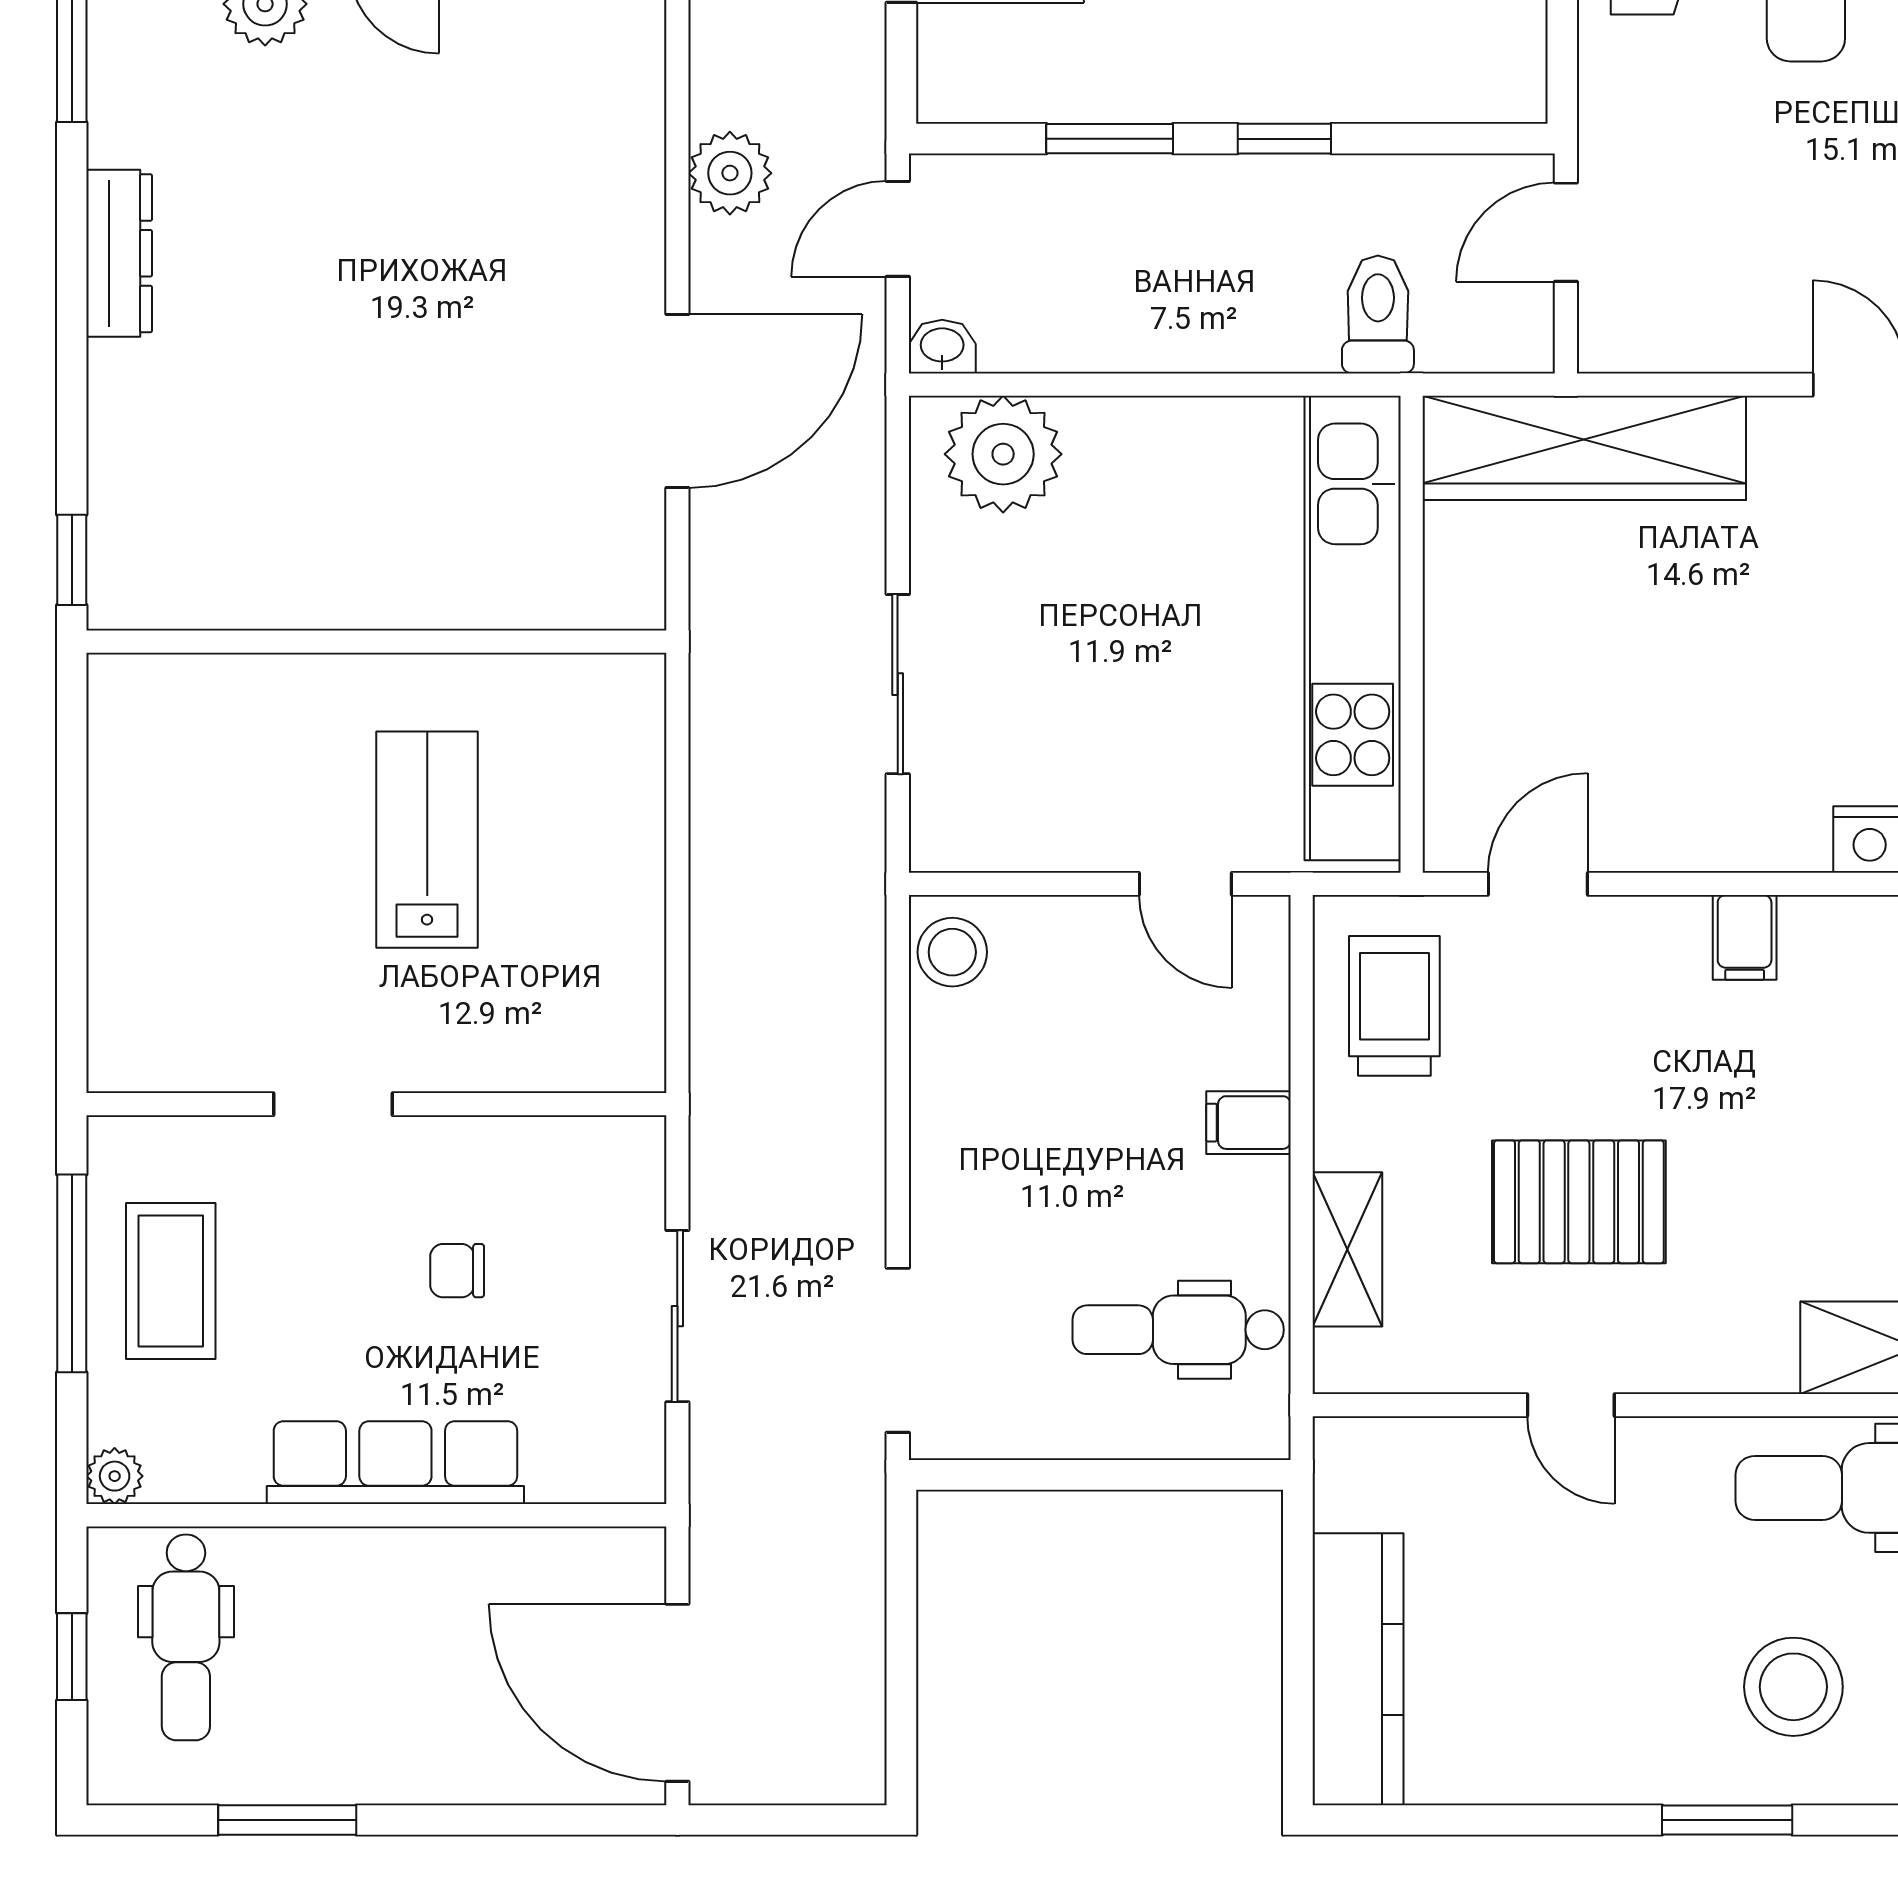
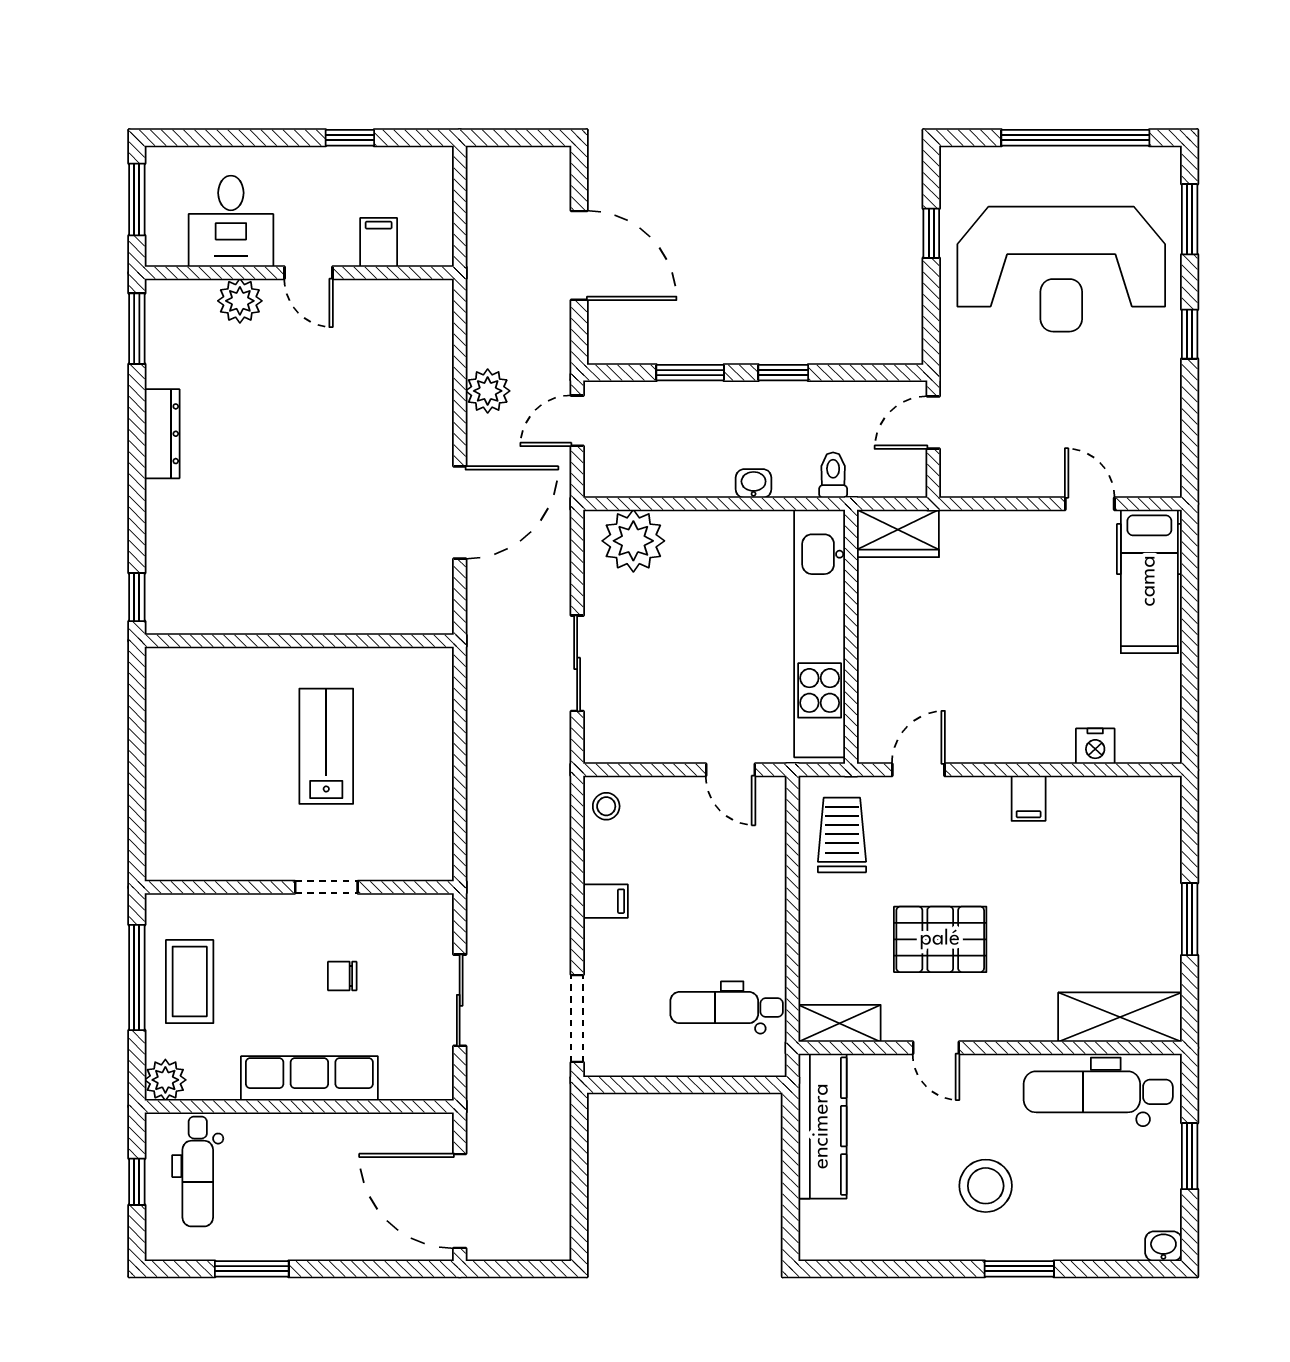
toilet: (1378, 314) -> (833, 475), width x0.73, depth x0.72
washbasin: (942, 347) -> (754, 483), moved
wardrobe: (1584, 448) -> (898, 533), width x0.48, depth x0.85
stool: (952, 952) -> (606, 806), width x0.73, depth x0.73
doorway: (333, 1104) -> (326, 887), moved
filing cabinet: (1249, 1123) -> (605, 901), moved, turned 180
shelving: (1347, 1249) -> (839, 1023), moved, turned 90
plant: (115, 1476) -> (165, 1080), width x1.38, depth x1.38
kitchen counter: (1358, 1669) -> (822, 1126), moved
stool: (1793, 1687) -> (986, 1186), moved

